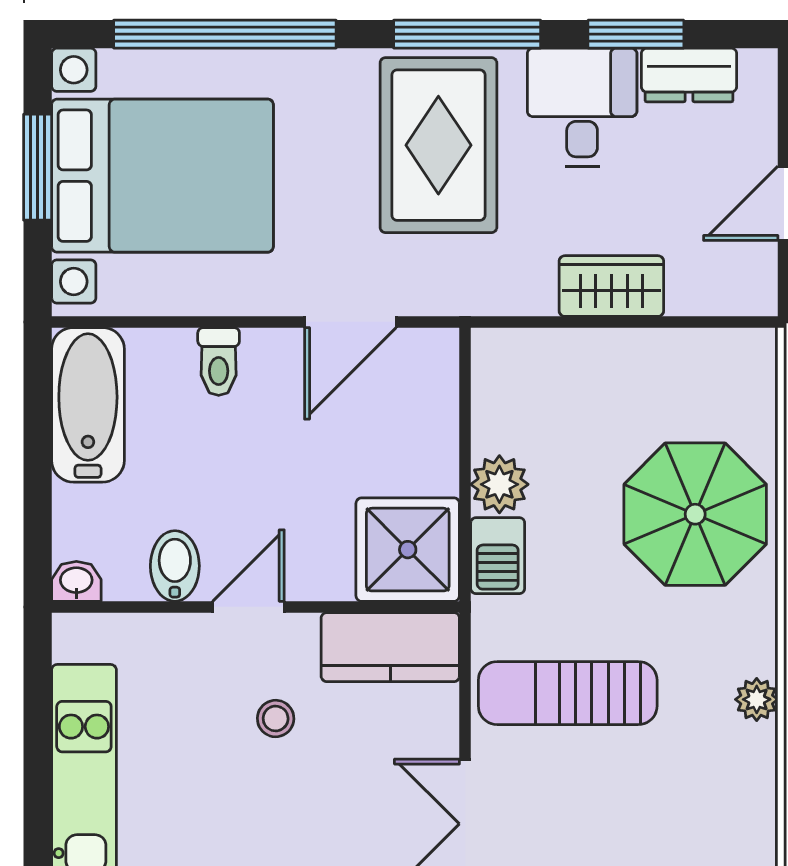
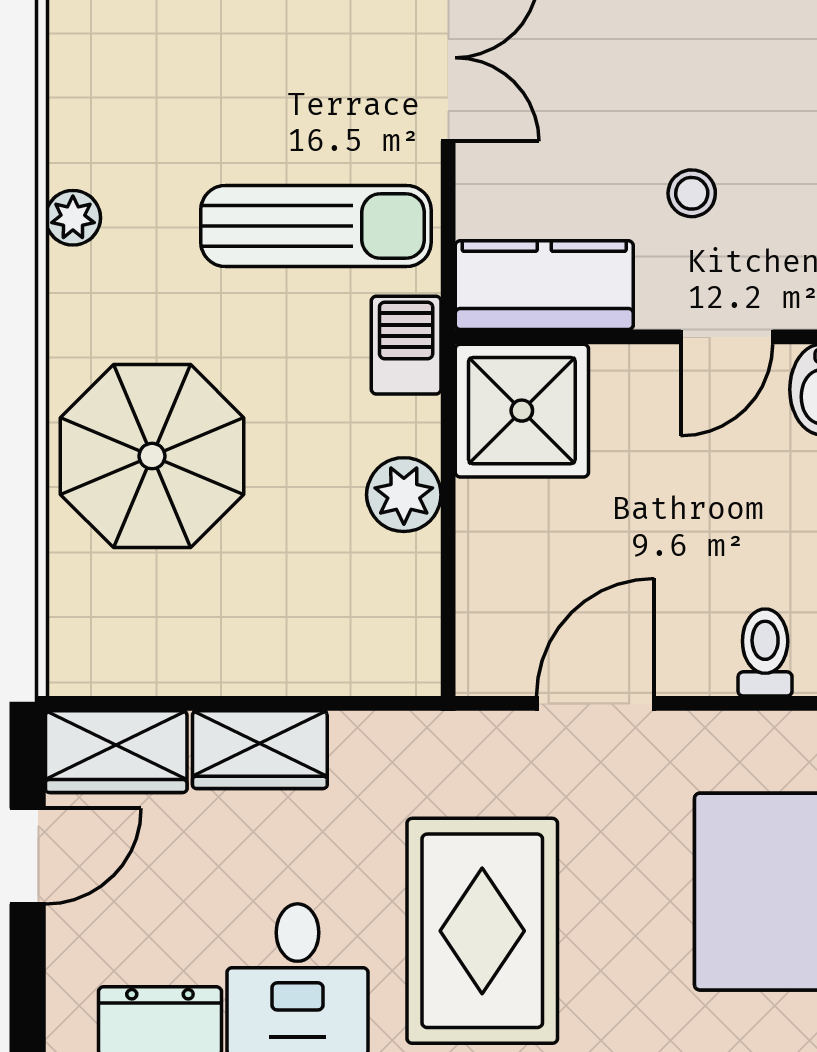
wardrobe: (723, 284) -> (116, 752), added
barbecue: (498, 556) -> (406, 345), moved

